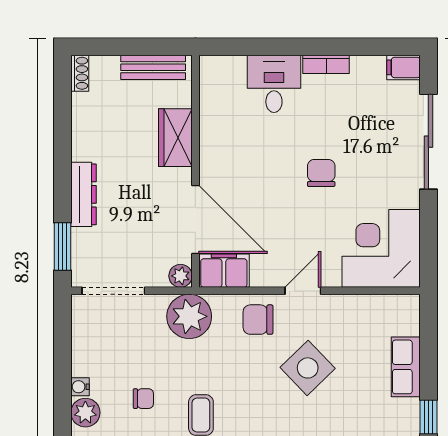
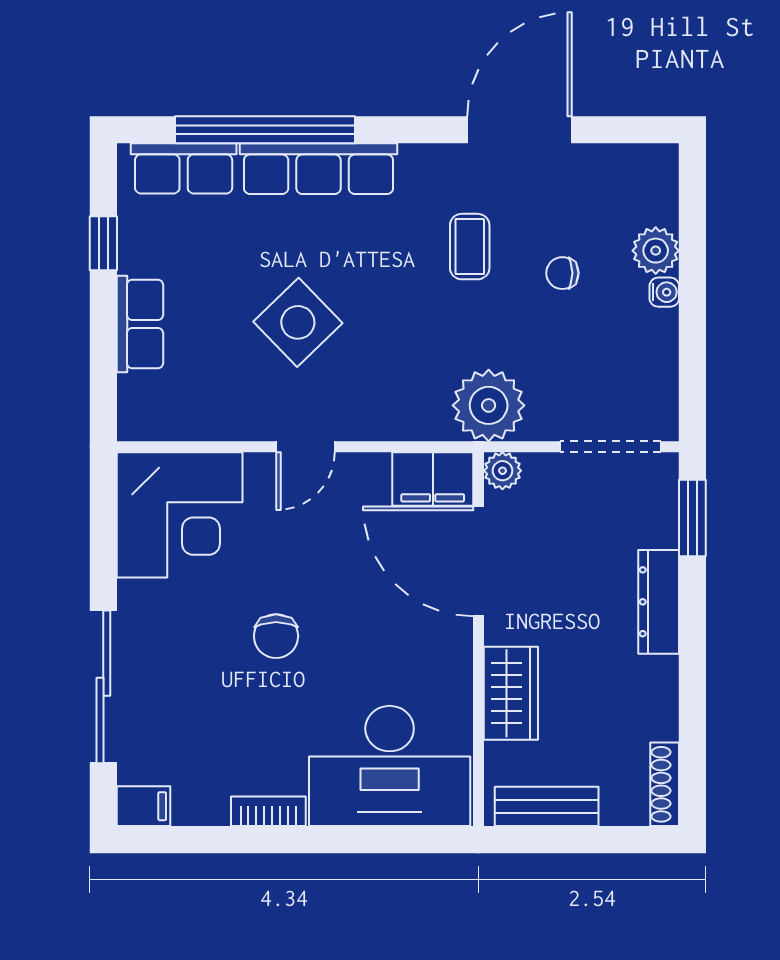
shoe rack: (80, 73) -> (665, 784), width x1.43
desk: (274, 84) -> (390, 766), width x1.87, depth x1.30
chair: (258, 320) -> (378, 400), removed

